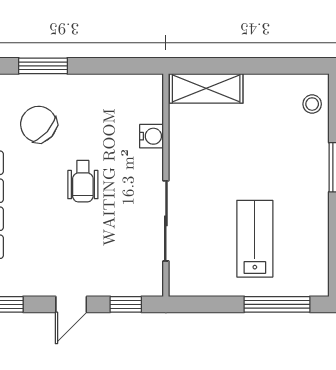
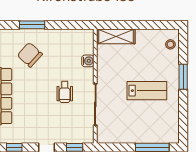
wheelchair: (83, 181) -> (65, 92), moved
lab bench: (255, 239) -> (147, 91), moved, turned 90

